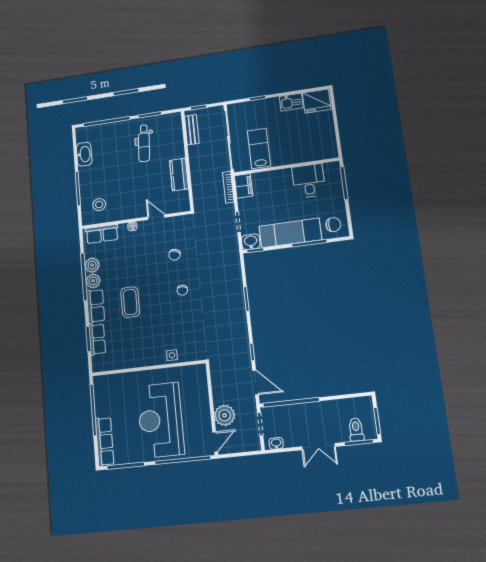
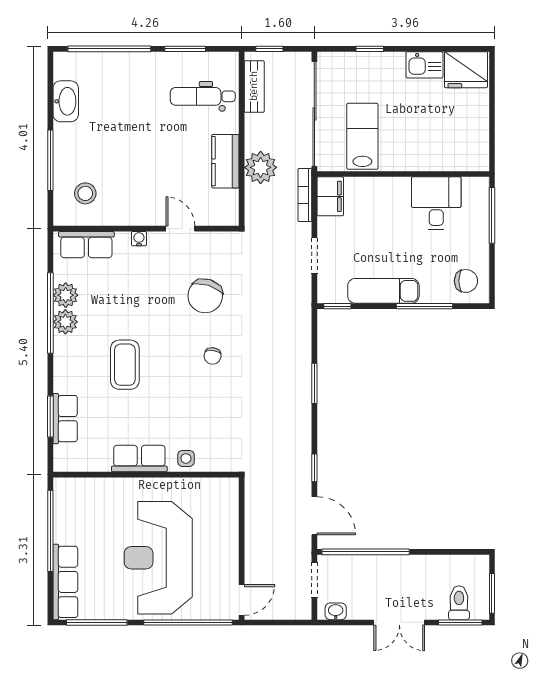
dental chair: (144, 143) -> (203, 96), moved, turned 86
exam couch: (290, 233) -> (383, 291), width x0.73, depth x0.69
washbasin: (251, 242) -> (332, 291), removed
chair: (175, 255) -> (205, 296), width x1.87, depth x1.87
row of seats: (95, 306) -> (139, 459), moved, turned -90
plant: (225, 415) -> (261, 167), moved

